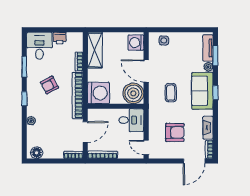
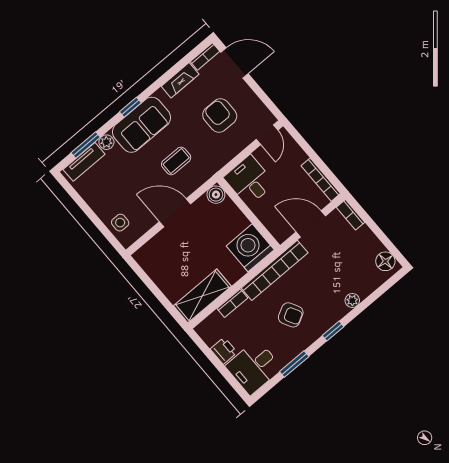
washing machine: (136, 43) -> (151, 254), removed
door: (146, 71) -> (175, 213), swing flipped
boiler: (133, 93) -> (216, 195), width x0.54, depth x0.54

